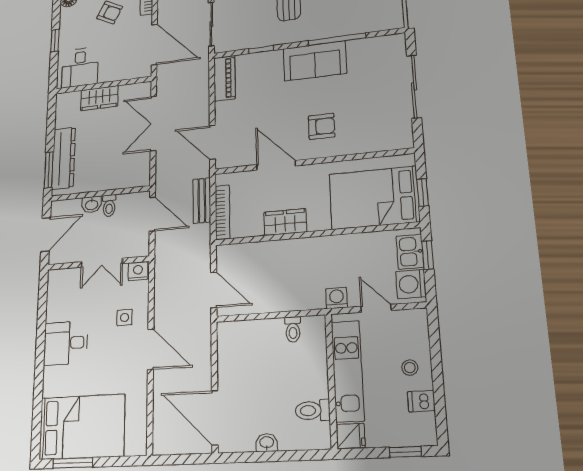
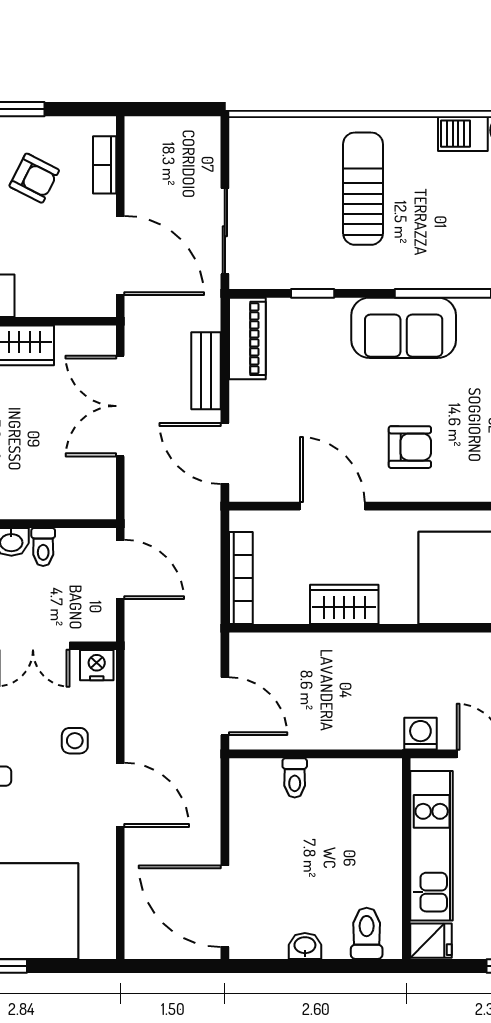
bench: (202, 201) -> (206, 371), moved
toilet: (293, 329) -> (295, 778), moved
toilet: (313, 410) -> (367, 933), moved, turned 90

